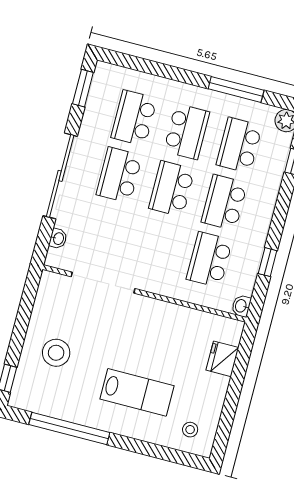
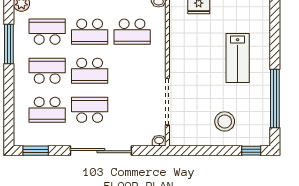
school desk: (239, 145) -> (47, 32), turned 180
school desk: (119, 175) -> (90, 110), turned 180
washbasin: (58, 239) -> (159, 141), moved
lab bench: (137, 392) -> (238, 58), turned 180
stool: (190, 430) -> (254, 14), removed

